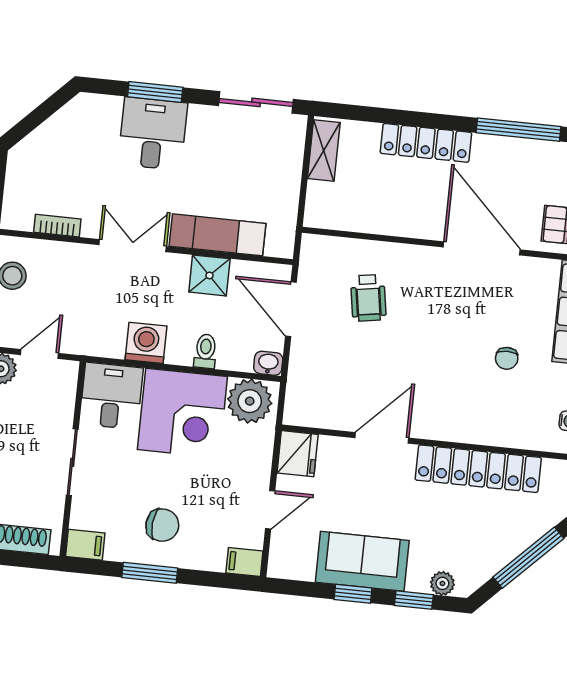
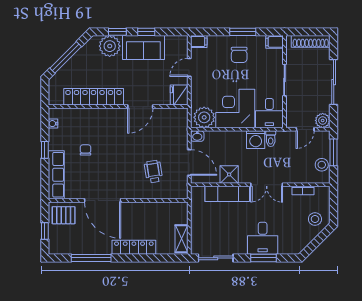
stool: (38, 163) -> (315, 219), added
toilet: (205, 351) -> (271, 139), moved
chair: (162, 525) -> (239, 55), turned -95
plant: (442, 583) -> (110, 46), width x1.88, depth x1.88

